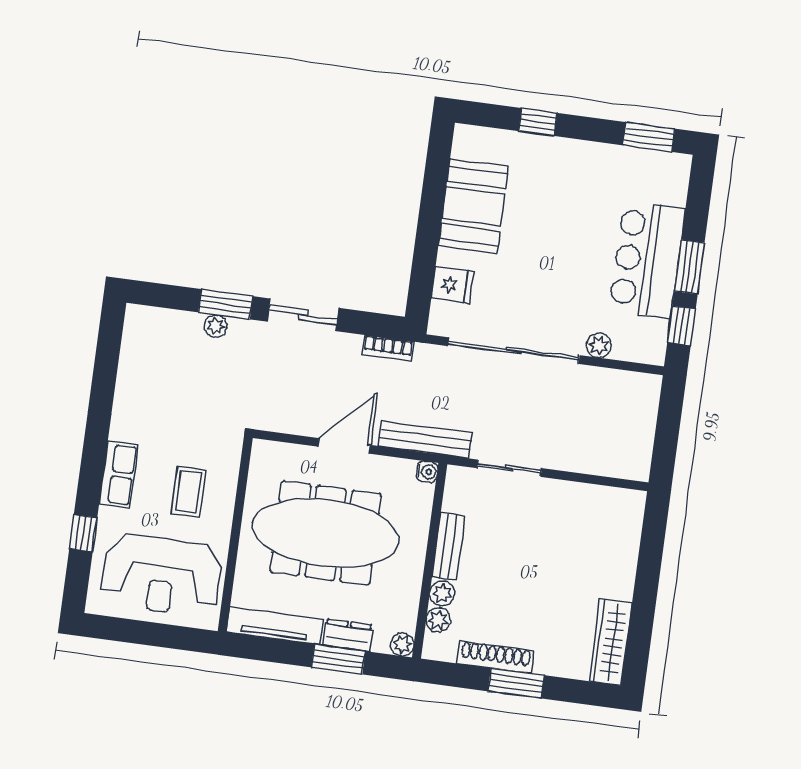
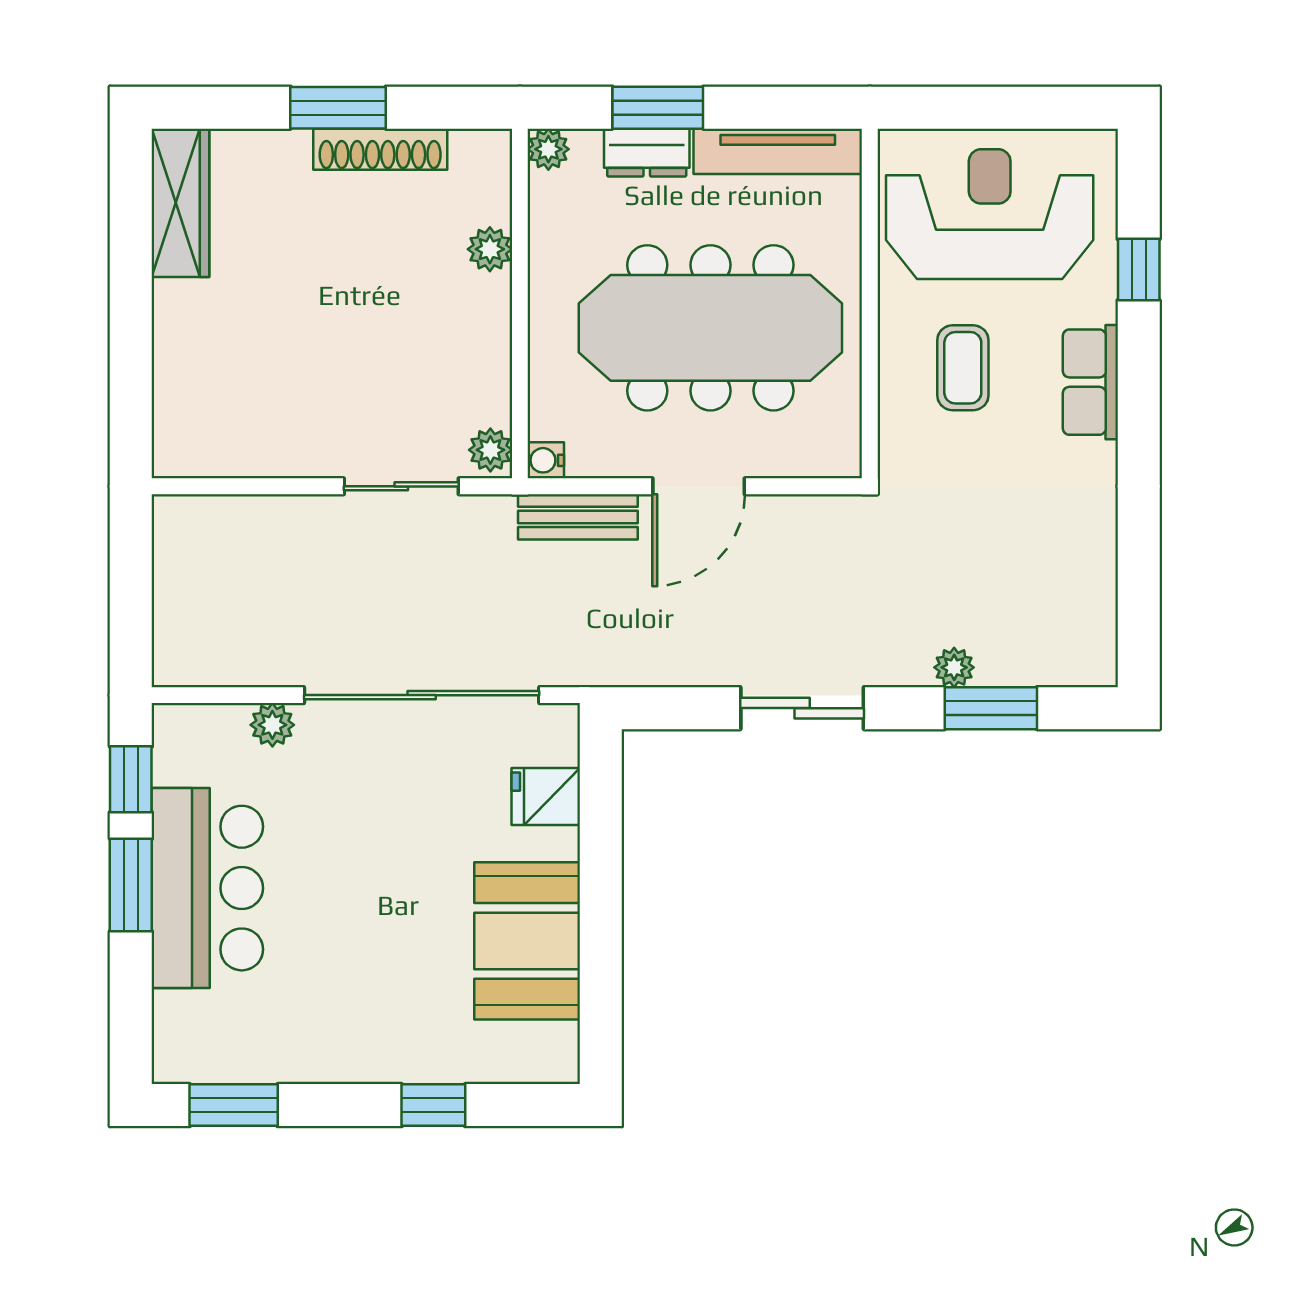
window: (226, 304) -> (991, 708), moved
bookcase: (388, 348) -> (645, 670), removed
bench: (426, 440) -> (578, 517), width x0.73
bench: (449, 546) -> (490, 334), removed
plant: (438, 620) -> (490, 450), moved

